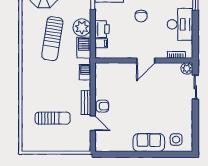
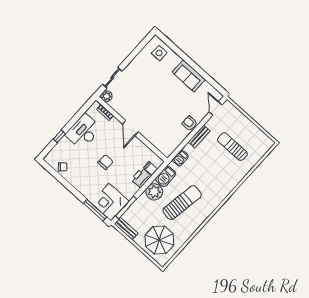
door: (146, 61) -> (130, 128), swing flipped
door: (93, 123) -> (216, 108), moved
sofa: (149, 143) -> (189, 76), moved

